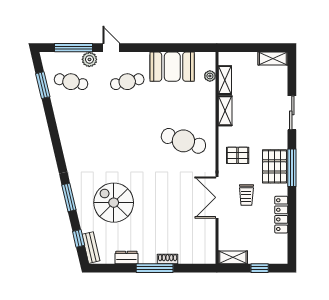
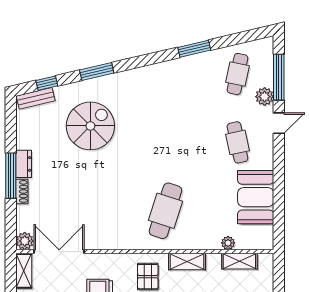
plant: (210, 76) -> (228, 243), moved
window: (43, 85) -> (194, 49), moved
shelving: (225, 111) -> (187, 262), moved
double door: (217, 197) -> (59, 252), moved
dresser: (126, 257) -> (24, 164), moved
plant: (208, 257) -> (25, 241), added

